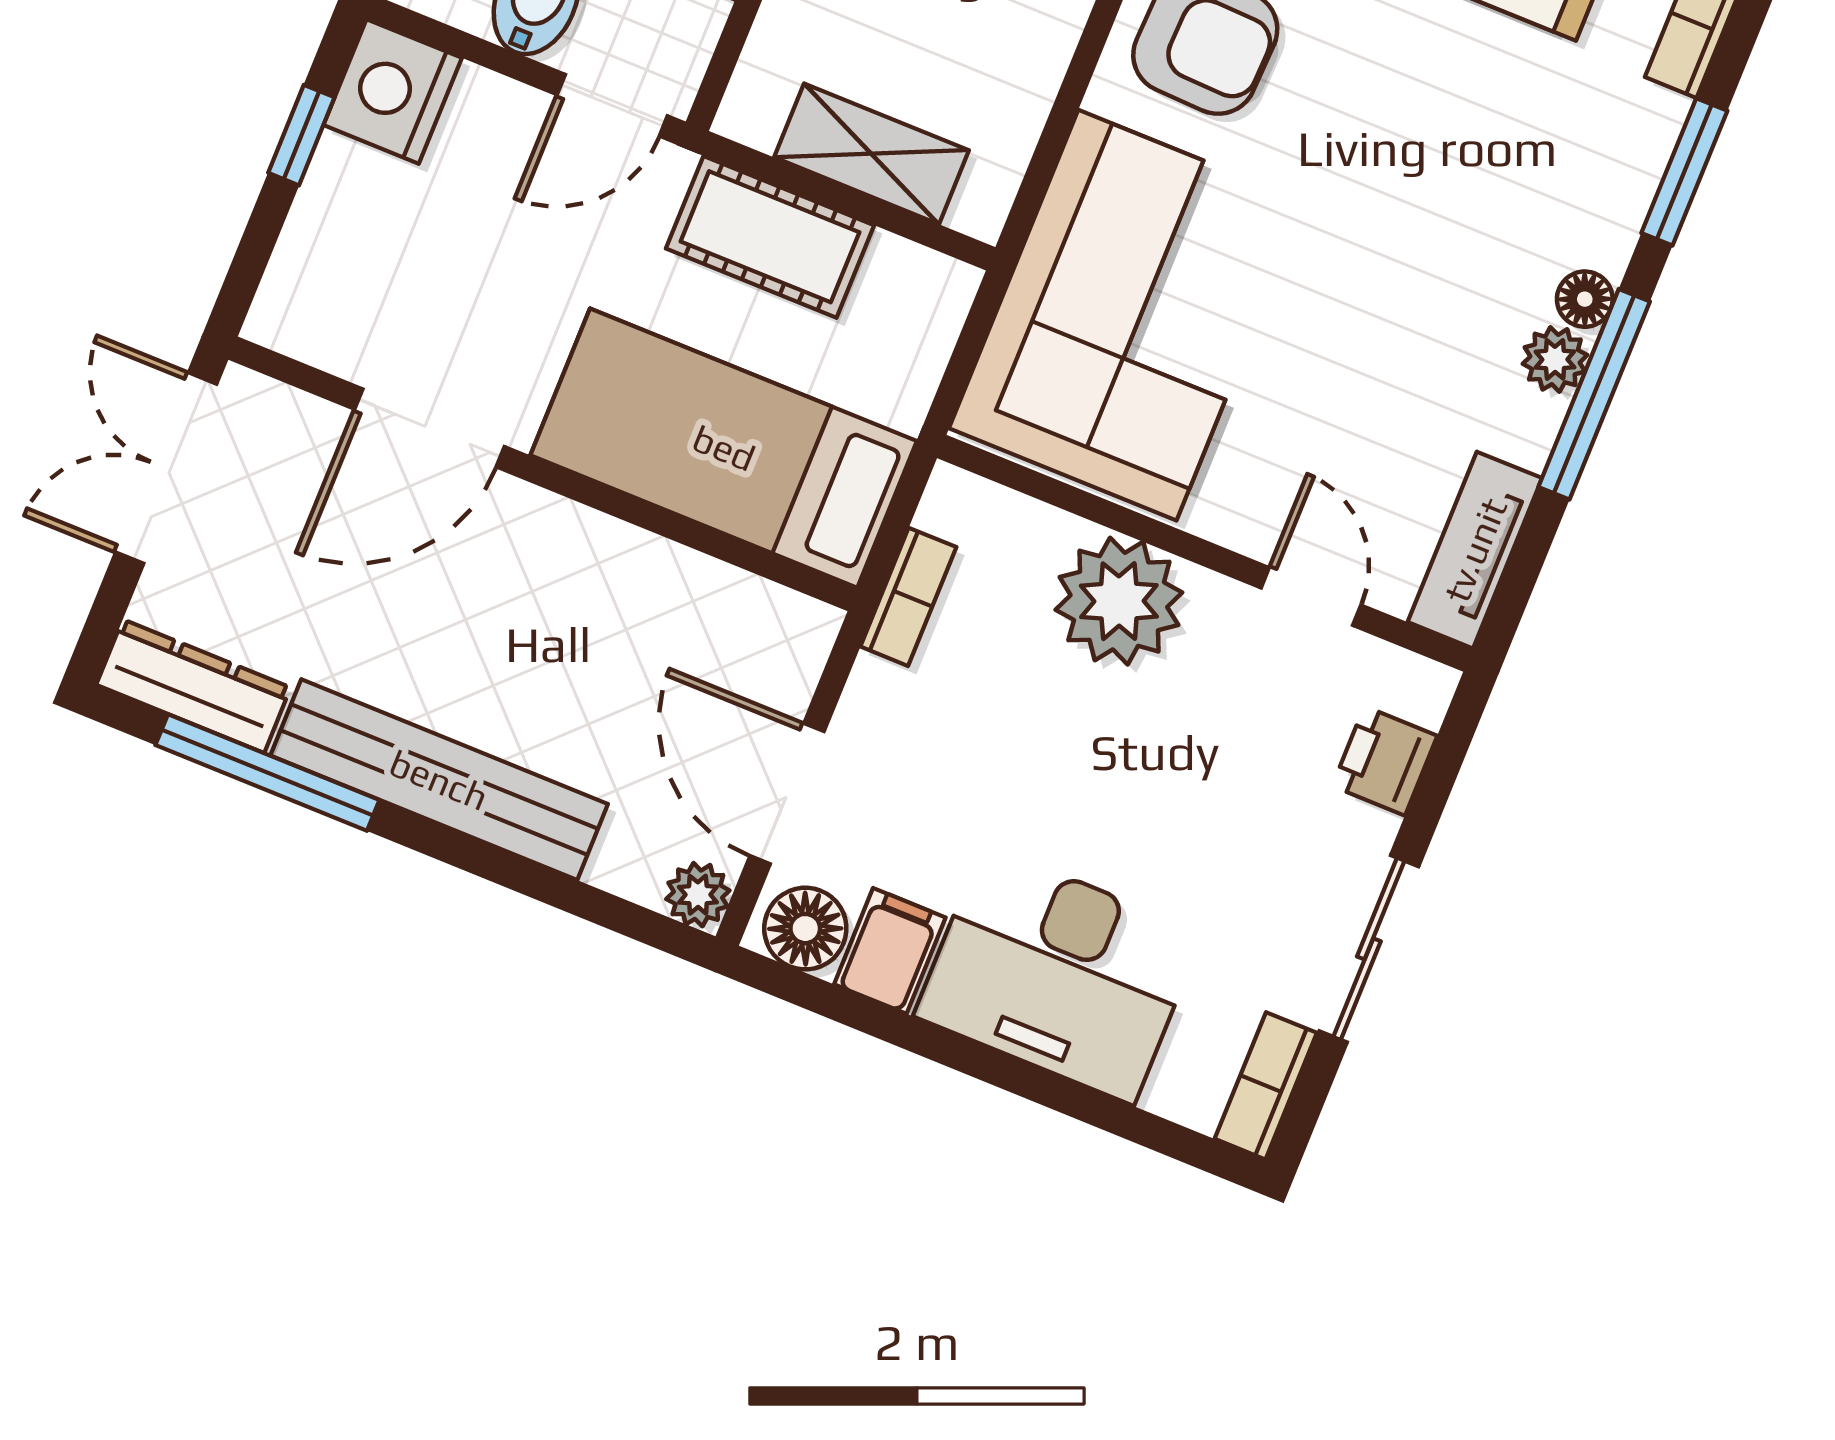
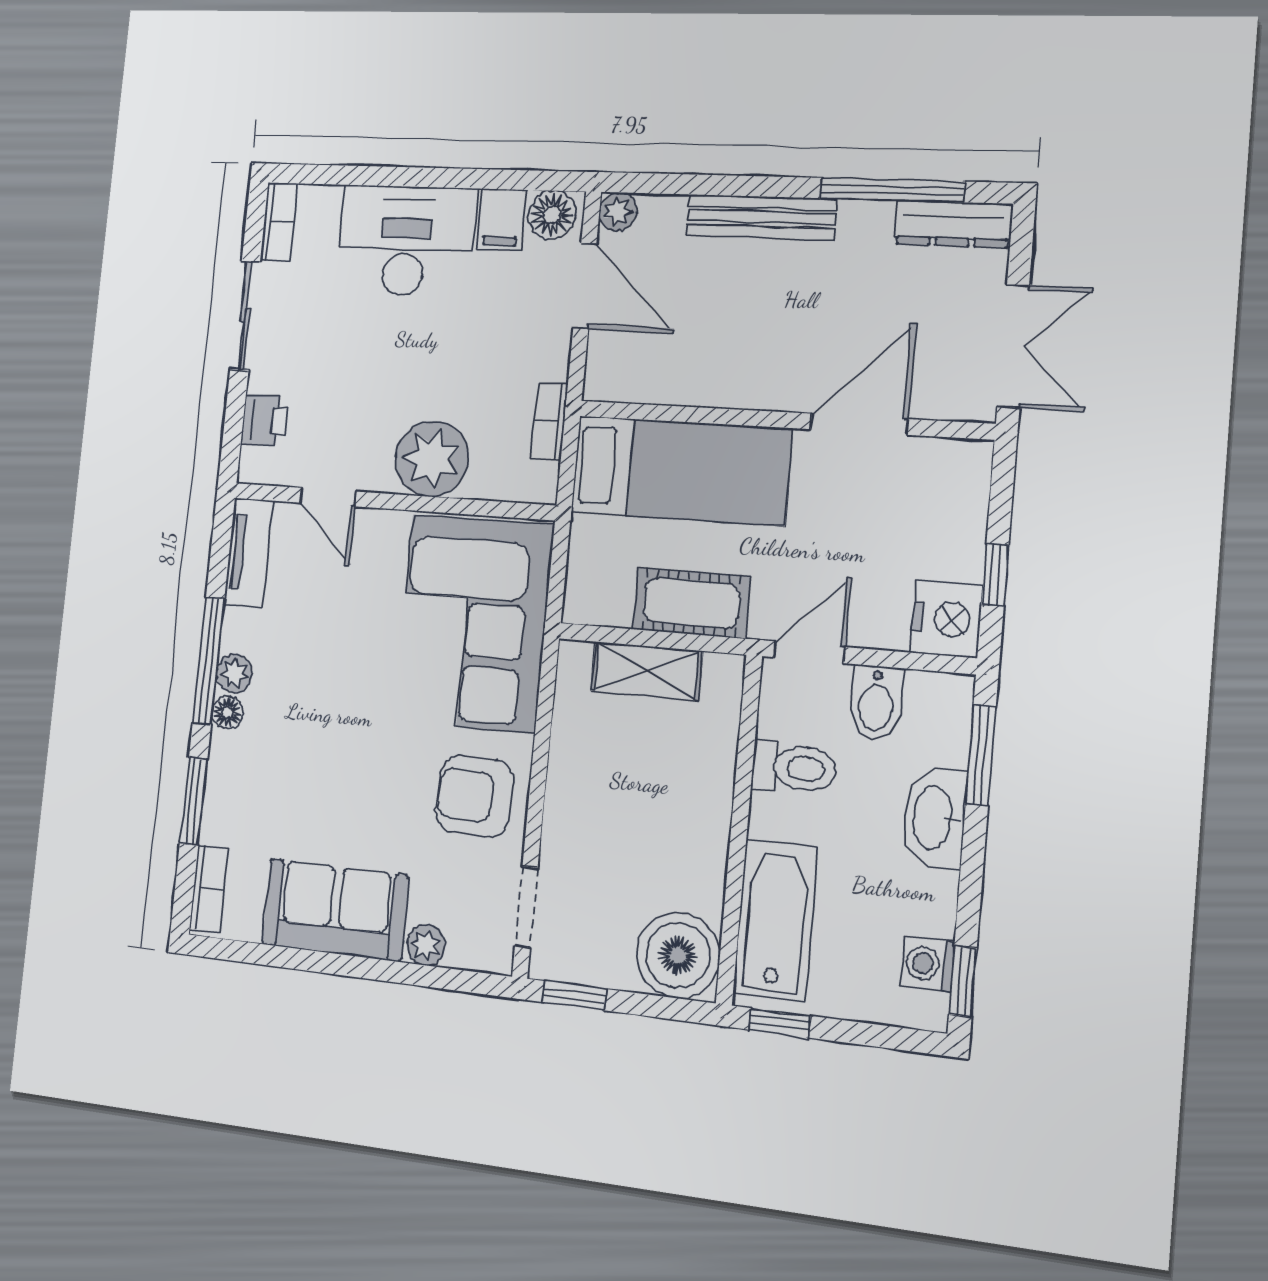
bench: (439, 780) -> (761, 217), width x0.73, depth x0.82

